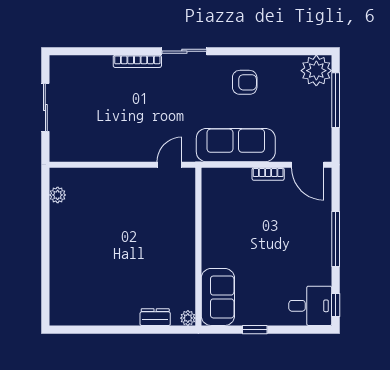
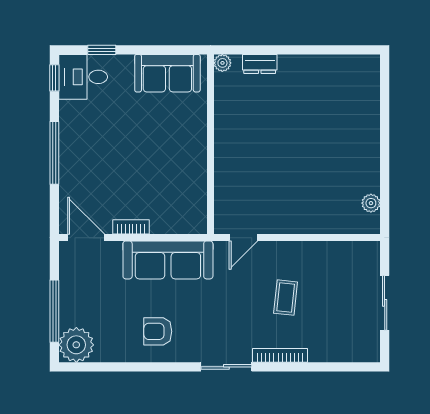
coffee table: (132, 112) -> (286, 298), added
sofa: (218, 297) -> (167, 73), moved, turned -90
window: (255, 330) -> (102, 50), moved

